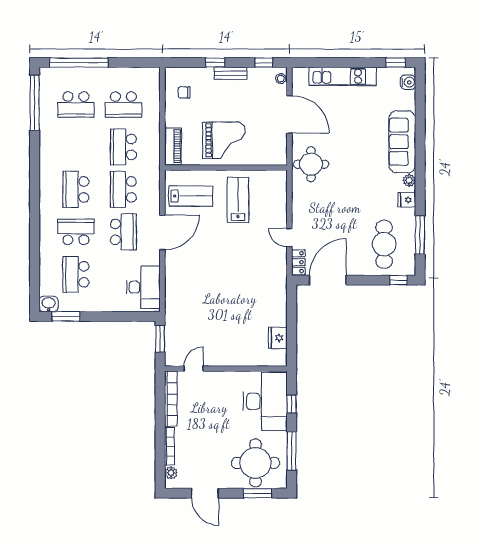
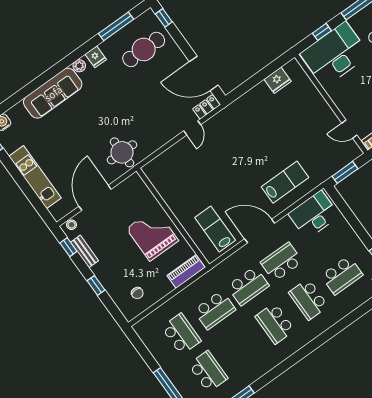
bench: (231, 73) -> (85, 251), moved
school desk: (76, 189) -> (275, 323), turned 90
lab bench: (238, 200) -> (285, 182), moved, turned 180

